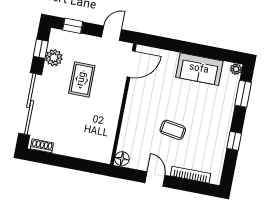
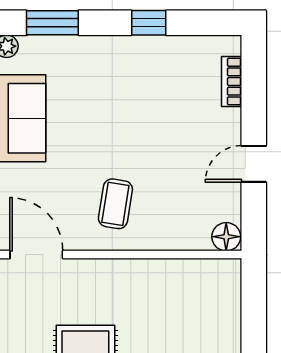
coffee table: (173, 130) -> (115, 204), moved
bookcase: (191, 175) -> (232, 82), width x0.64

